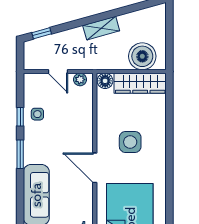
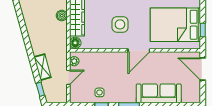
shelving: (101, 28) -> (42, 67), moved
boiler: (142, 56) -> (62, 16), width x0.54, depth x0.54

